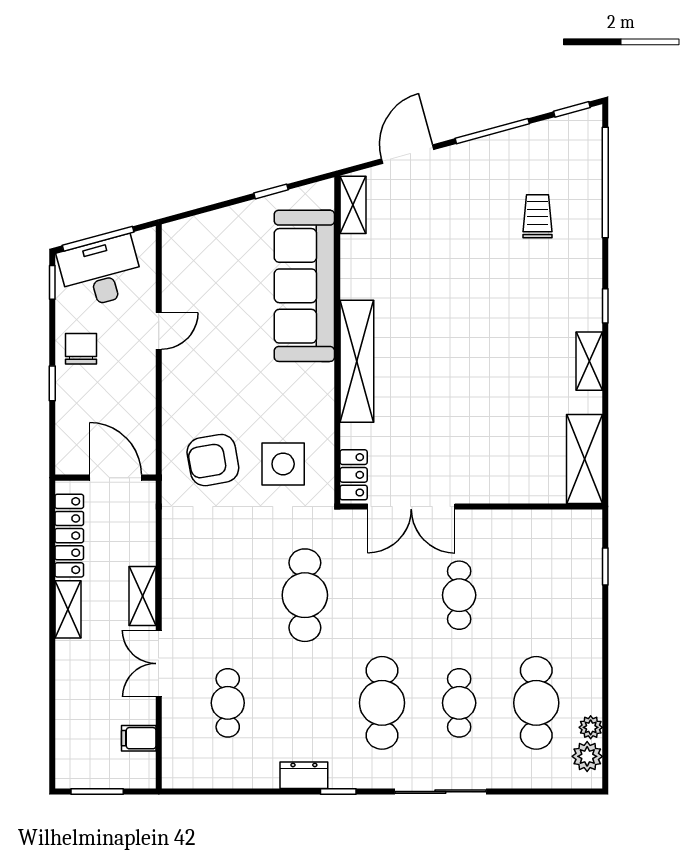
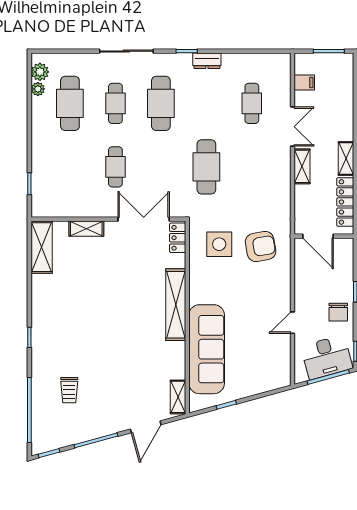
shelving: (589, 361) -> (86, 229), moved, turned 90

